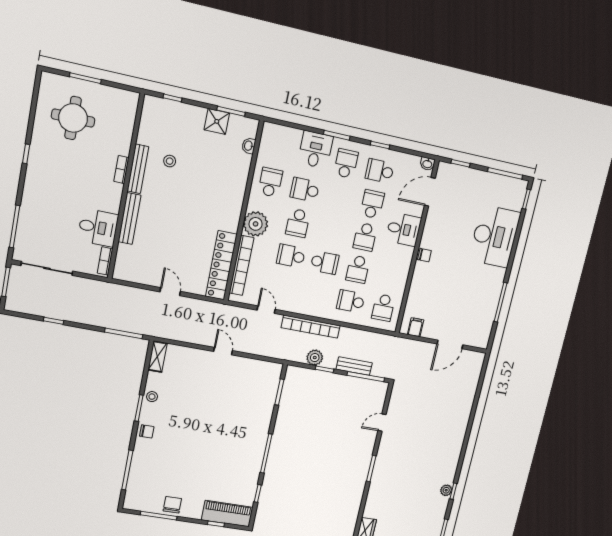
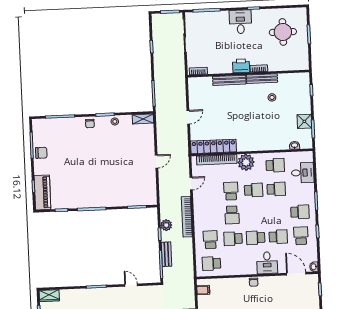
desk: (315, 150) -> (303, 173), moved
school desk: (305, 190) -> (276, 189), turned 90
printer: (111, 195) -> (241, 66), added
school desk: (298, 223) -> (254, 190), turned 180
desk: (98, 228) -> (240, 22), moved, turned 180

